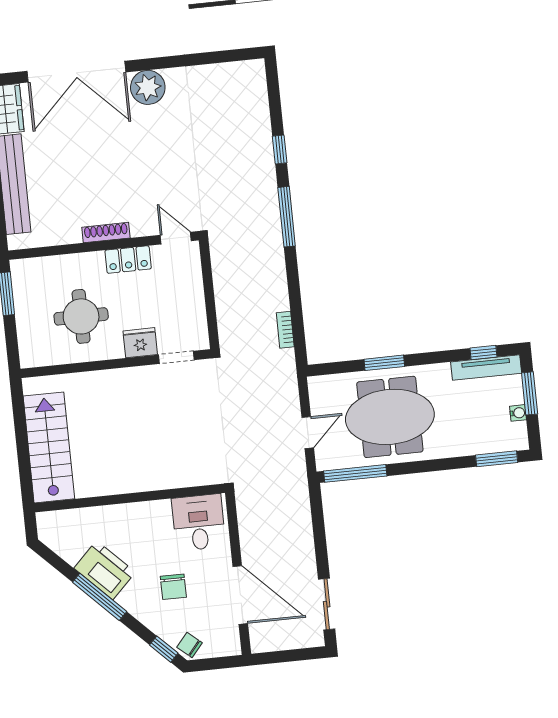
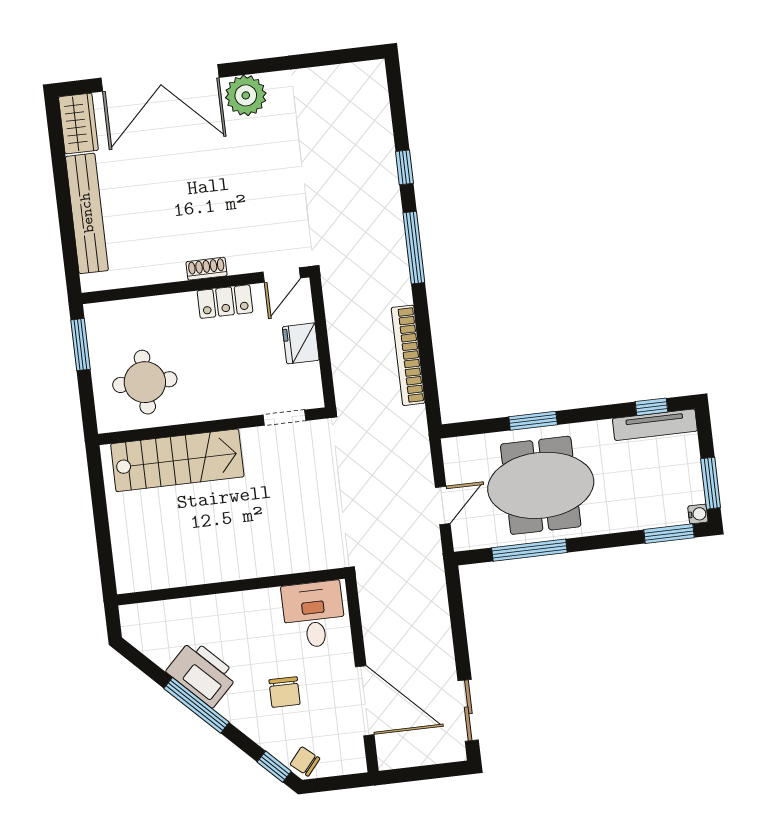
shoe rack: (106, 233) -> (207, 269), width x0.70
door: (176, 238) -> (282, 275), swing flipped
round table: (81, 316) -> (145, 382), moved
bookcase: (285, 330) -> (408, 355), width x2.31, depth x1.31
fridge: (140, 343) -> (301, 343), moved, turned -90
window: (530, 393) -> (711, 483), moved
water cooler: (518, 413) -> (698, 514), moved
stairs: (49, 447) -> (177, 460), moved, turned 90
window: (355, 473) -> (529, 550), moved

